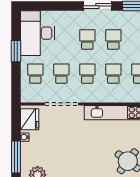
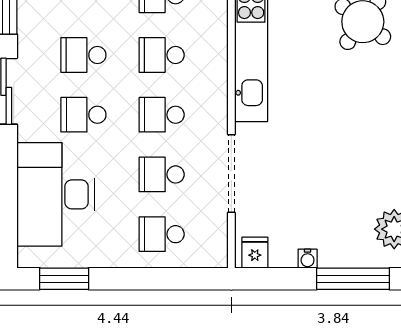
desk: (37, 33) -> (56, 194), moved, turned 90
window: (16, 51) -> (64, 279), moved
fridge: (30, 119) -> (255, 253), width x0.53, depth x0.75

